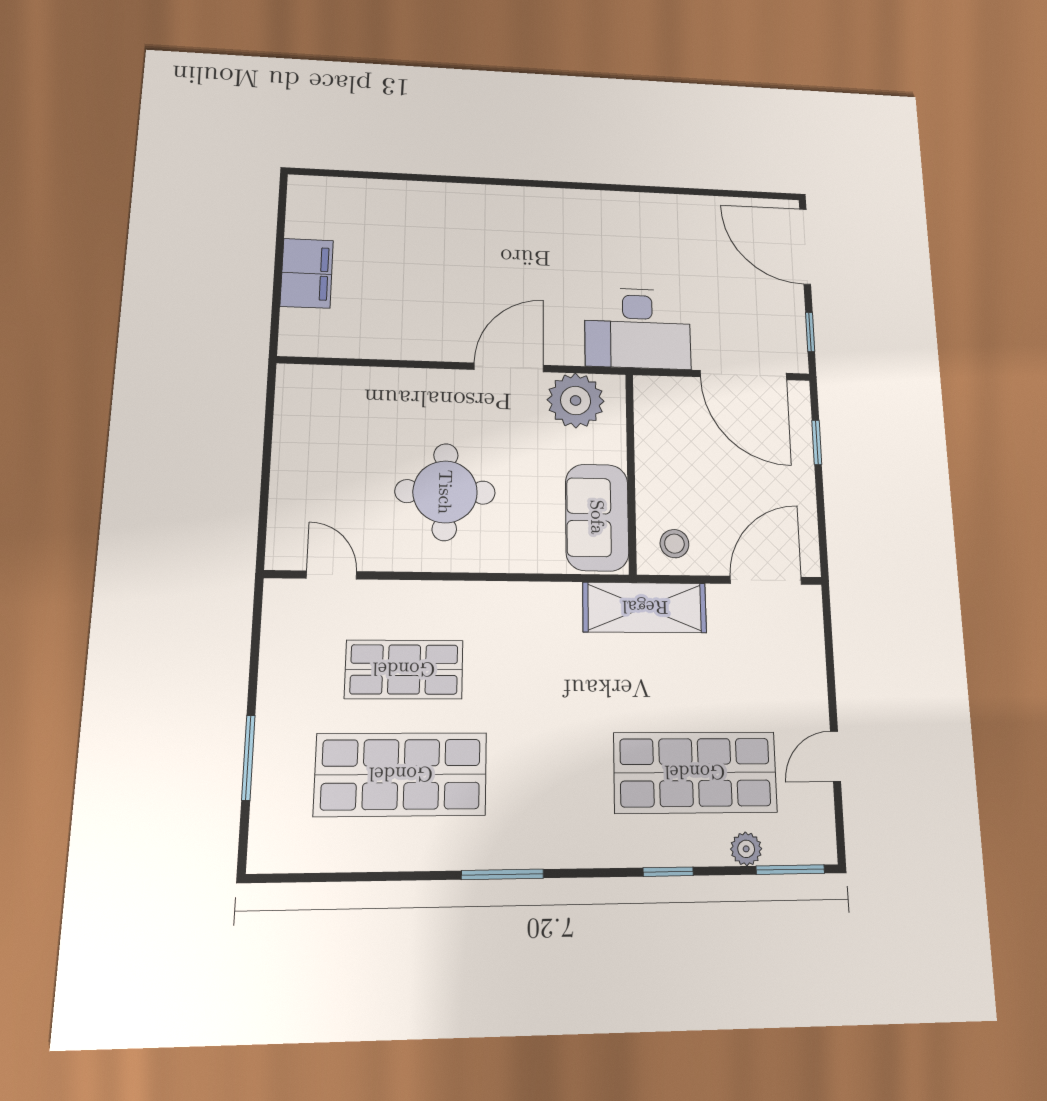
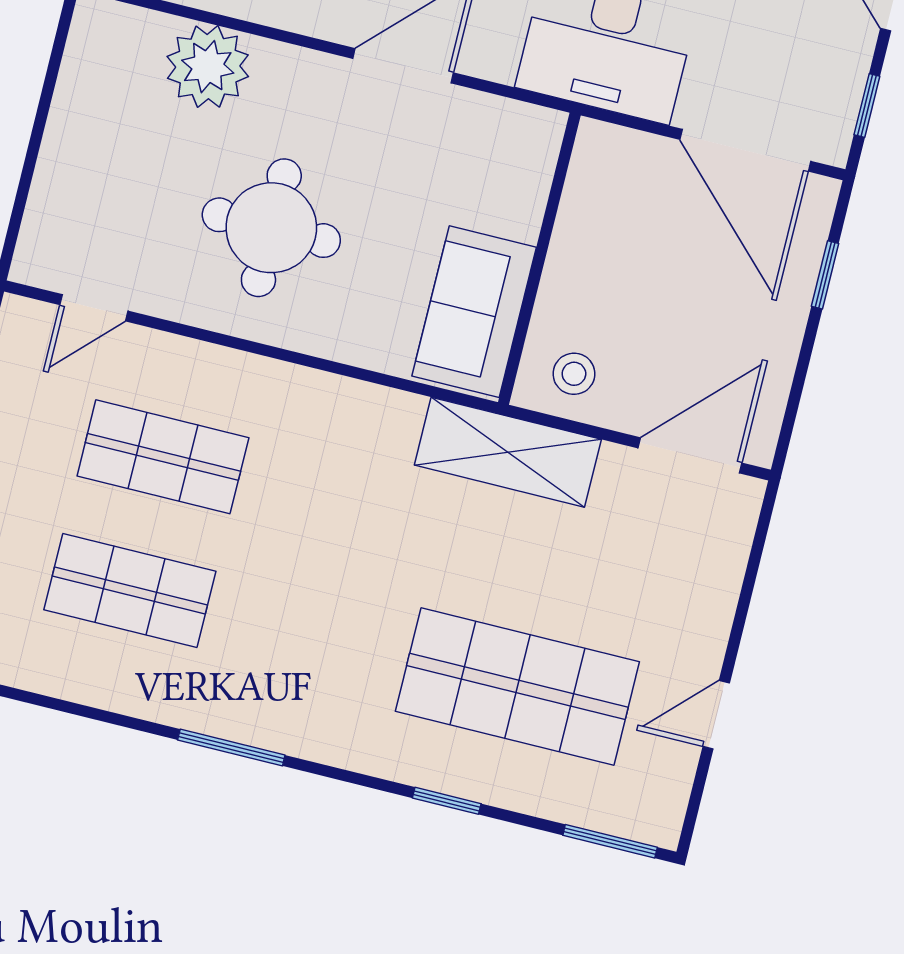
plant: (576, 400) -> (208, 67), moved
door: (332, 575) -> (94, 308), swing flipped
shop shelf: (401, 774) -> (130, 591), width x0.70, depth x0.74
plant: (746, 849) -> (558, 800), removed

